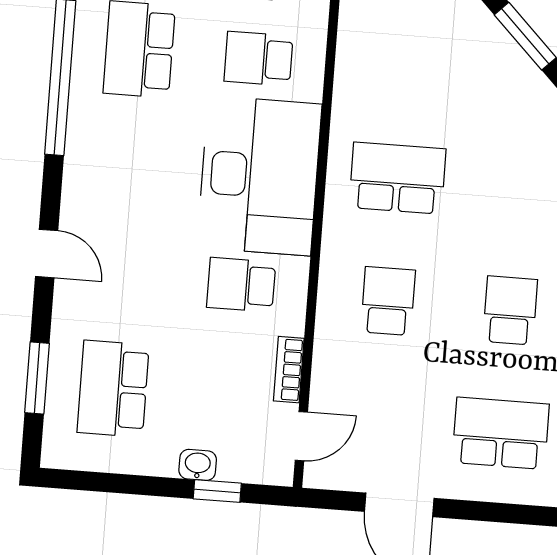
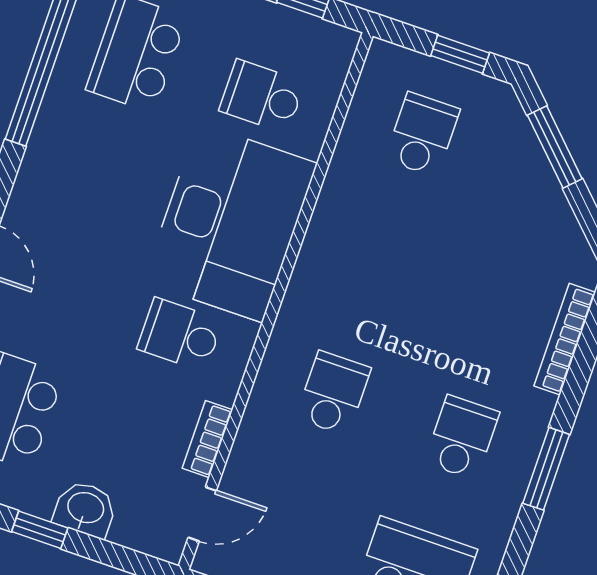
school desk: (397, 178) -> (422, 134), moved, width x0.54
washbasin: (198, 465) -> (85, 509), width x1.38, depth x1.45
window: (217, 491) -> (40, 530), moved

